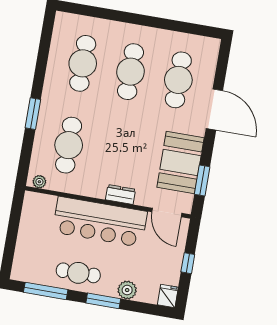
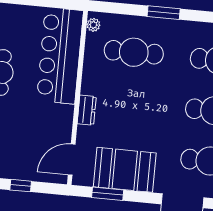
bar counter: (100, 222) -> (60, 56), moved

